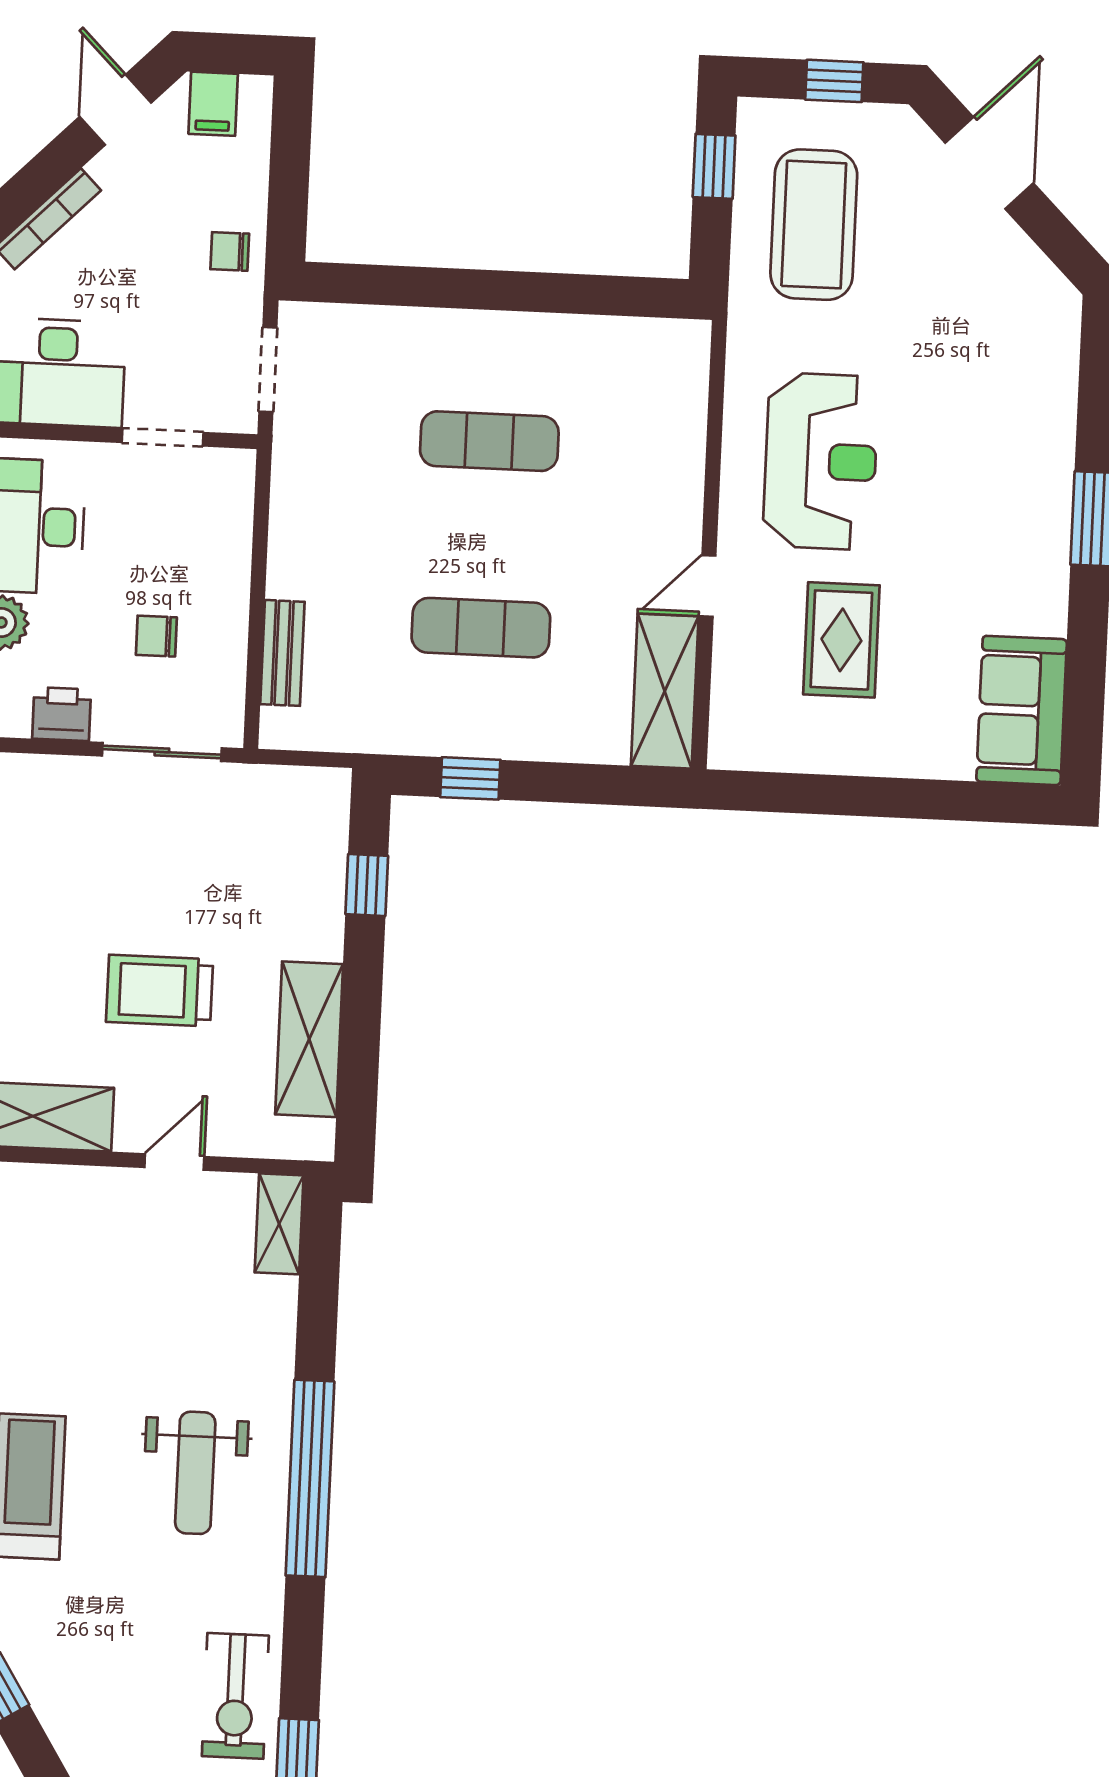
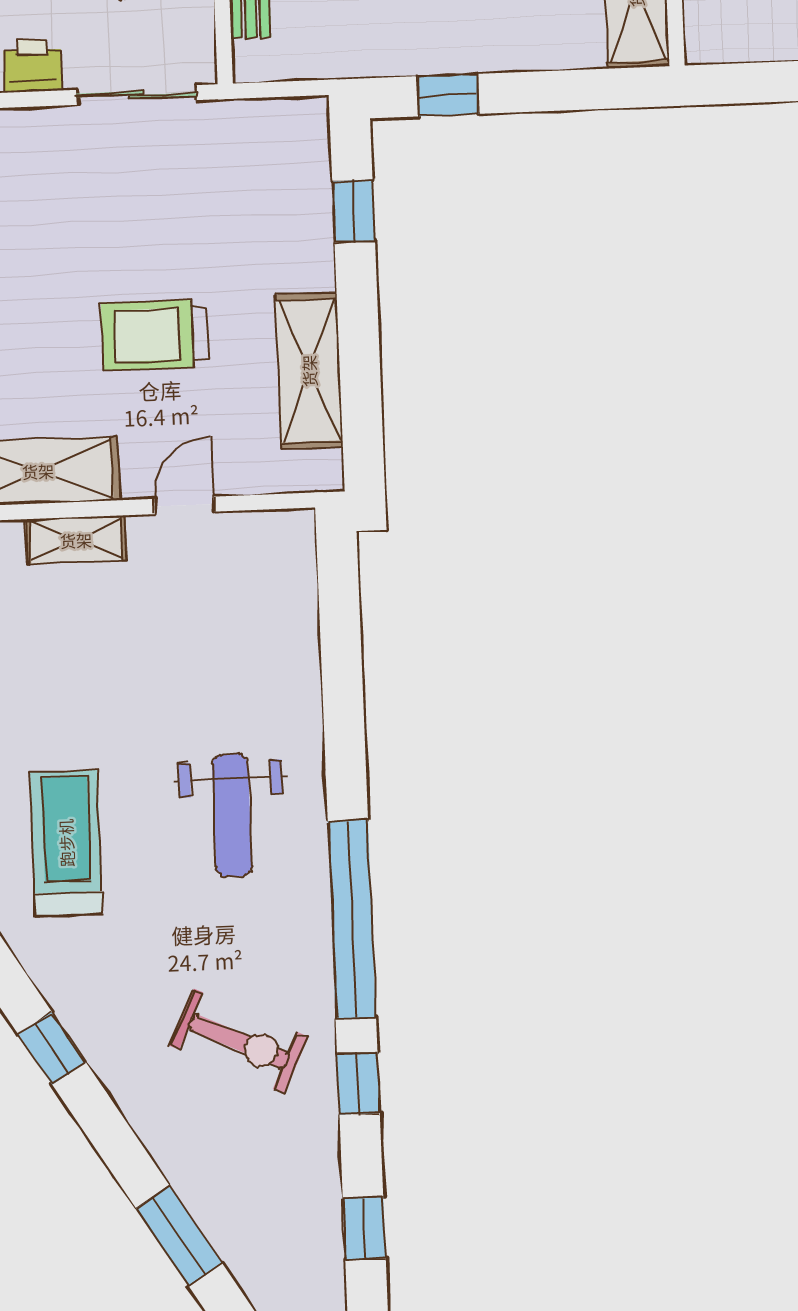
shelving: (279, 1224) -> (76, 540), moved, turned 90
window: (310, 1478) -> (352, 919), moved
exercise bike: (235, 1696) -> (239, 1041), moved, turned -65

